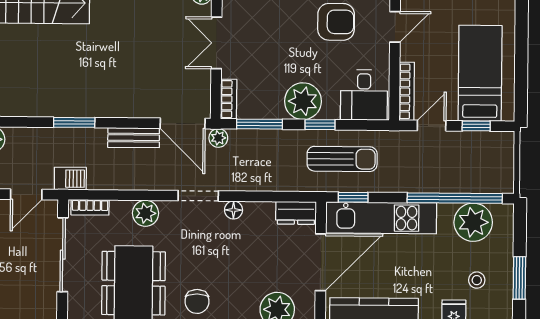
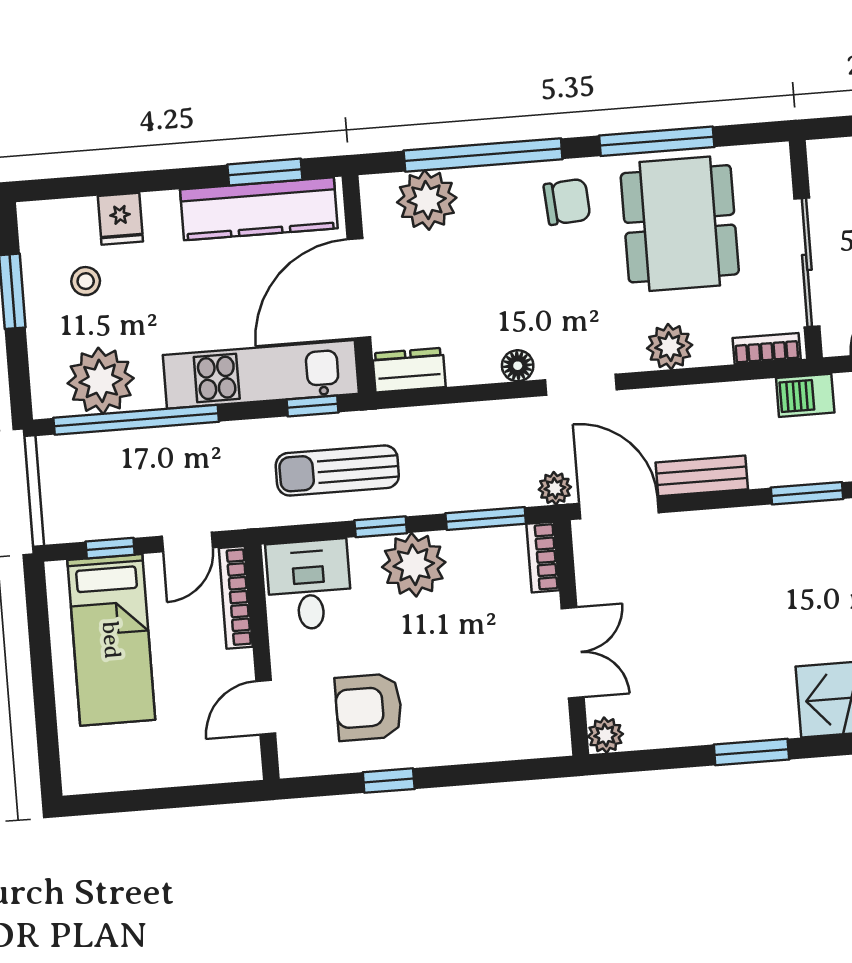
chair: (197, 301) -> (567, 202), turned 86

